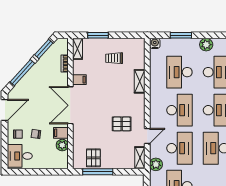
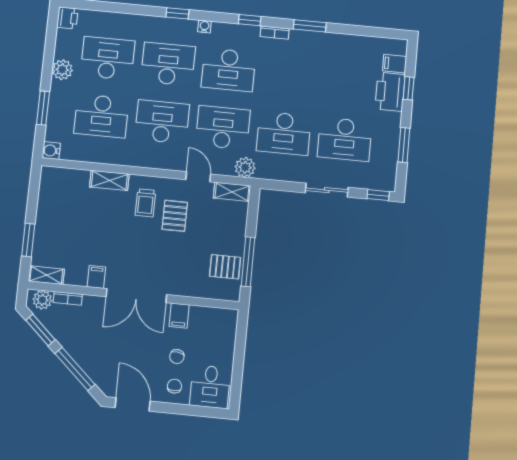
trolley: (114, 58) -> (145, 203), moved
plant: (62, 145) -> (42, 300), moved

